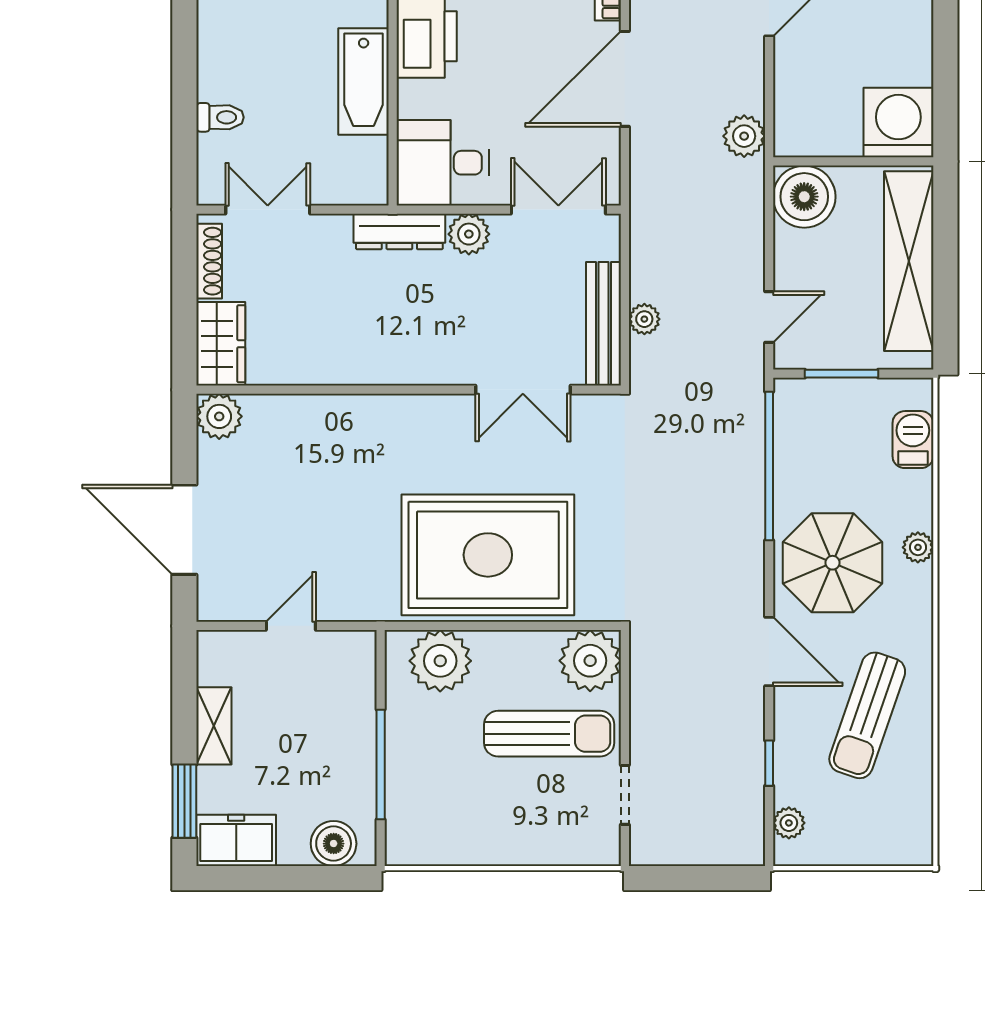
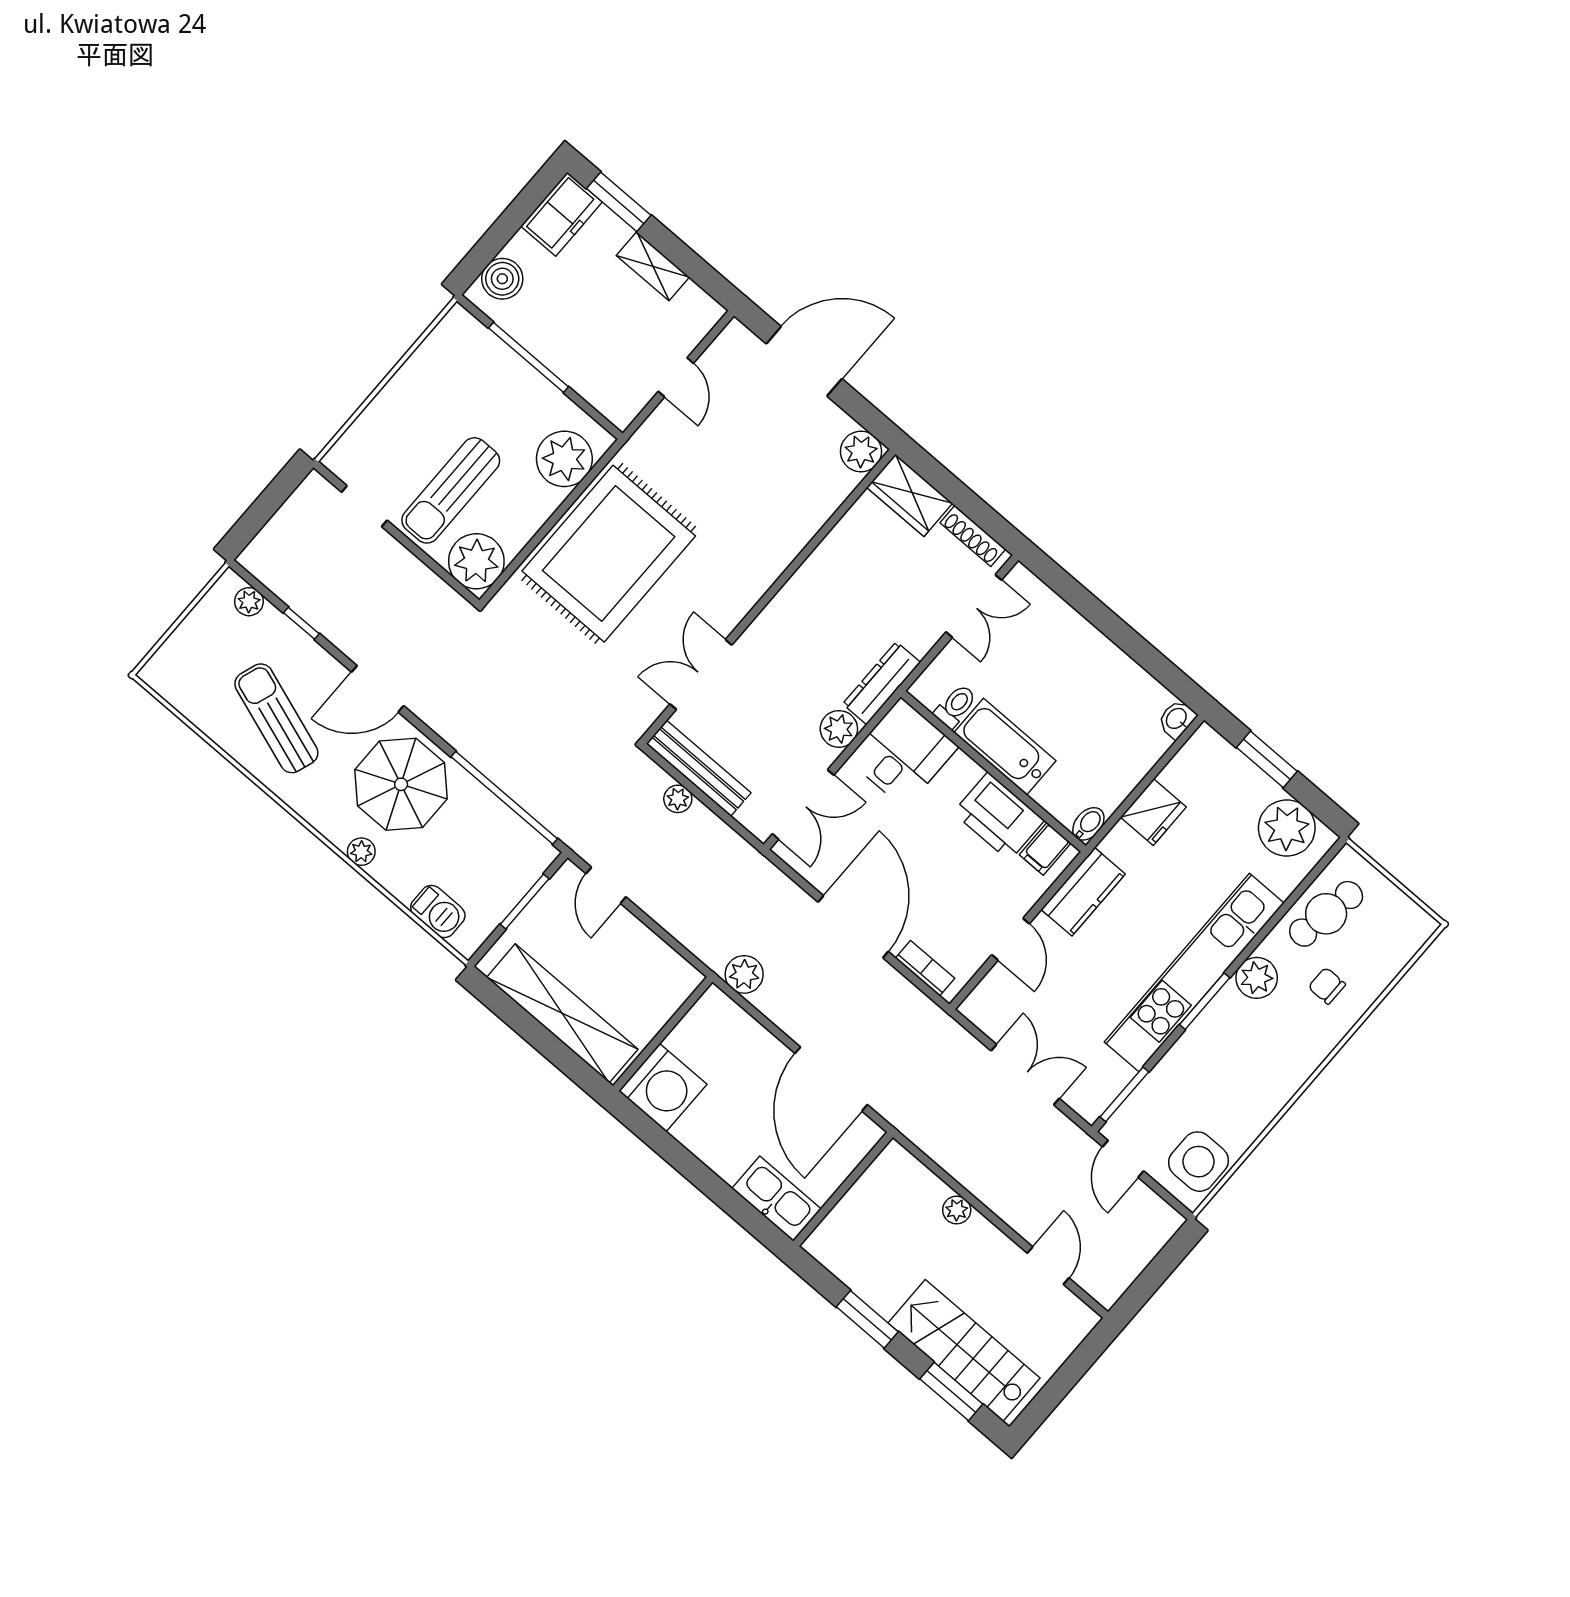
toilet: (220, 117) -> (955, 706), moved, turned 180
boiler: (804, 197) -> (667, 980), removed

